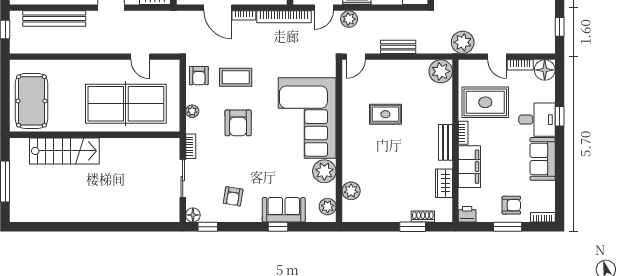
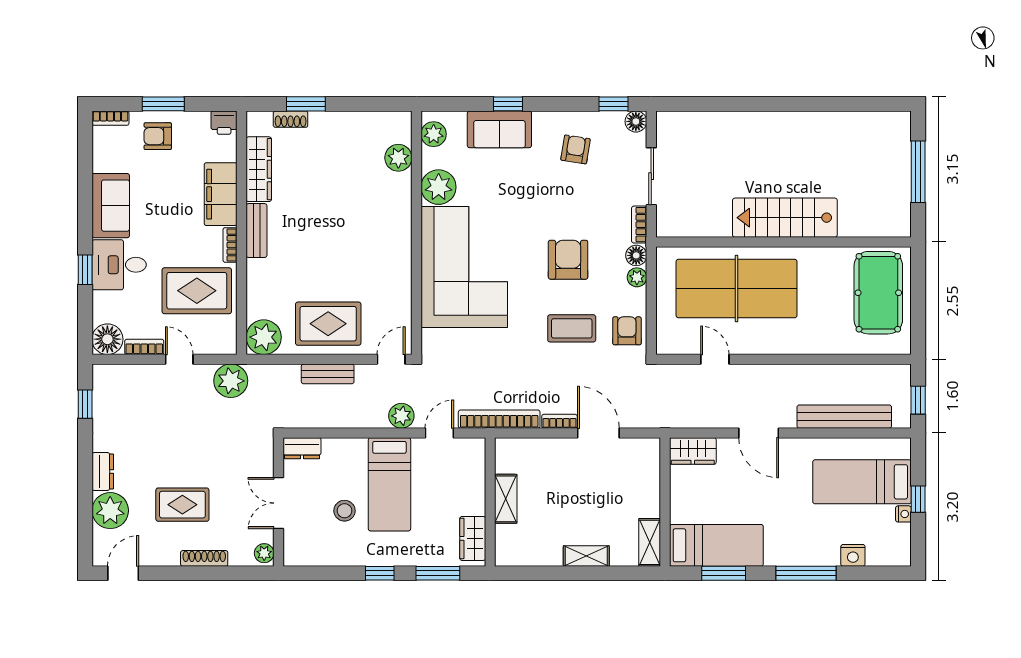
rug: (385, 114) -> (328, 324), moved, width x1.36, depth x1.43
floor lamp: (193, 126) -> (636, 255), added
stairs: (64, 151) -> (785, 218), moved
wardrobe: (444, 183) -> (259, 169), width x1.50

